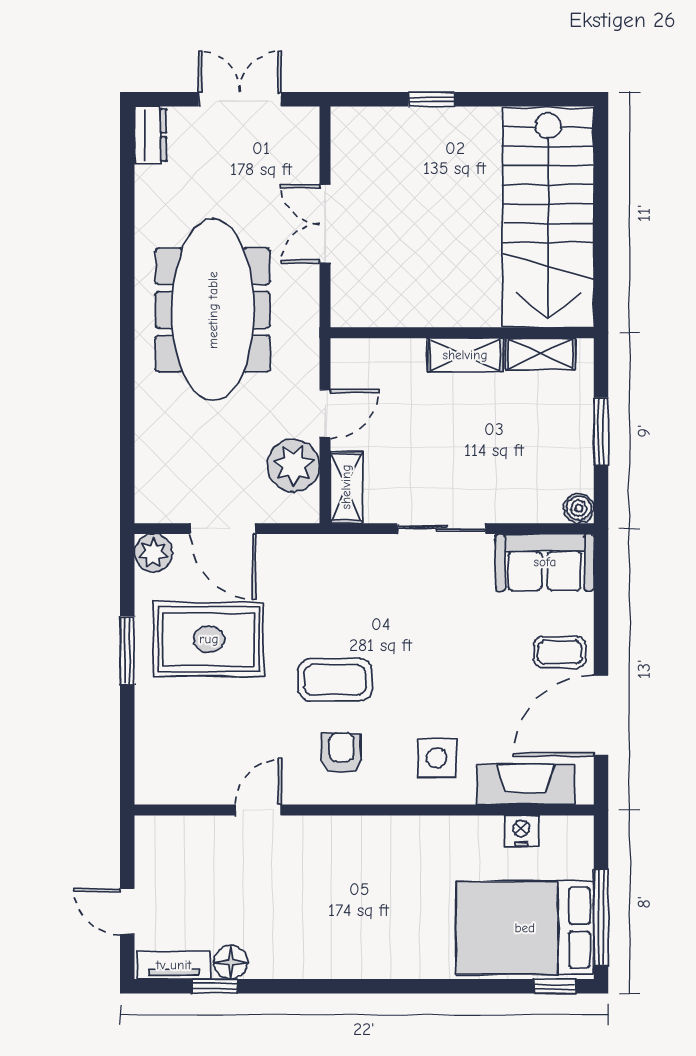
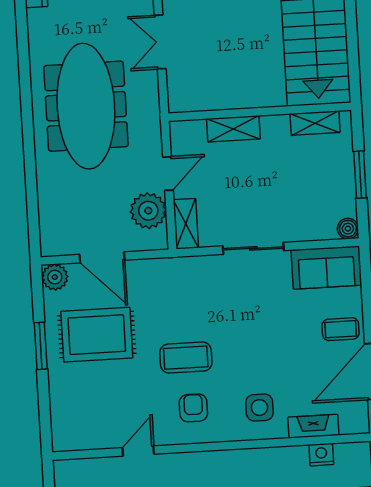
shelving: (465, 355) -> (233, 129), moved
fireplace: (526, 784) -> (313, 426), width x0.73, depth x0.76

